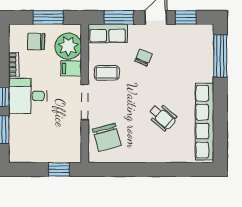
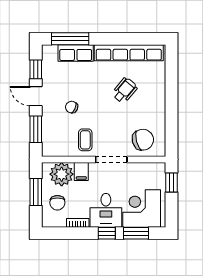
row of seats: (108, 33) -> (76, 53), moved, turned 90
corner desk: (30, 136) -> (142, 208), added

